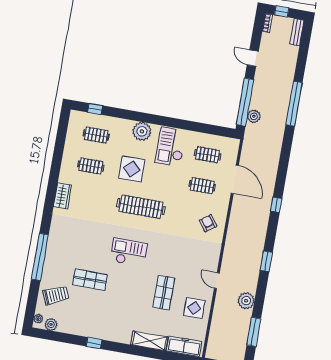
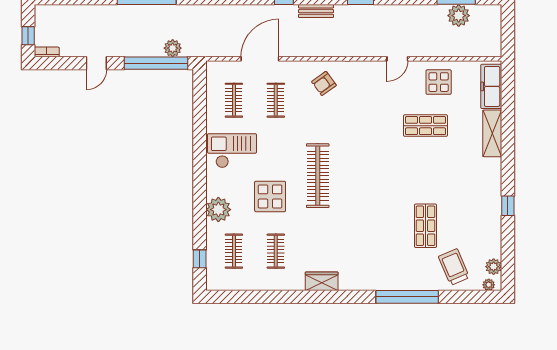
bench: (297, 32) -> (316, 11), moved
plant: (142, 131) -> (218, 210), moved
checkout: (171, 147) -> (232, 151), turned 180
checkout: (129, 252) -> (380, 181), removed
plant: (246, 301) -> (459, 16), moved

